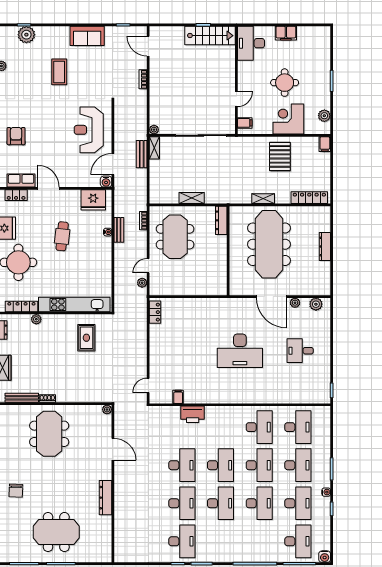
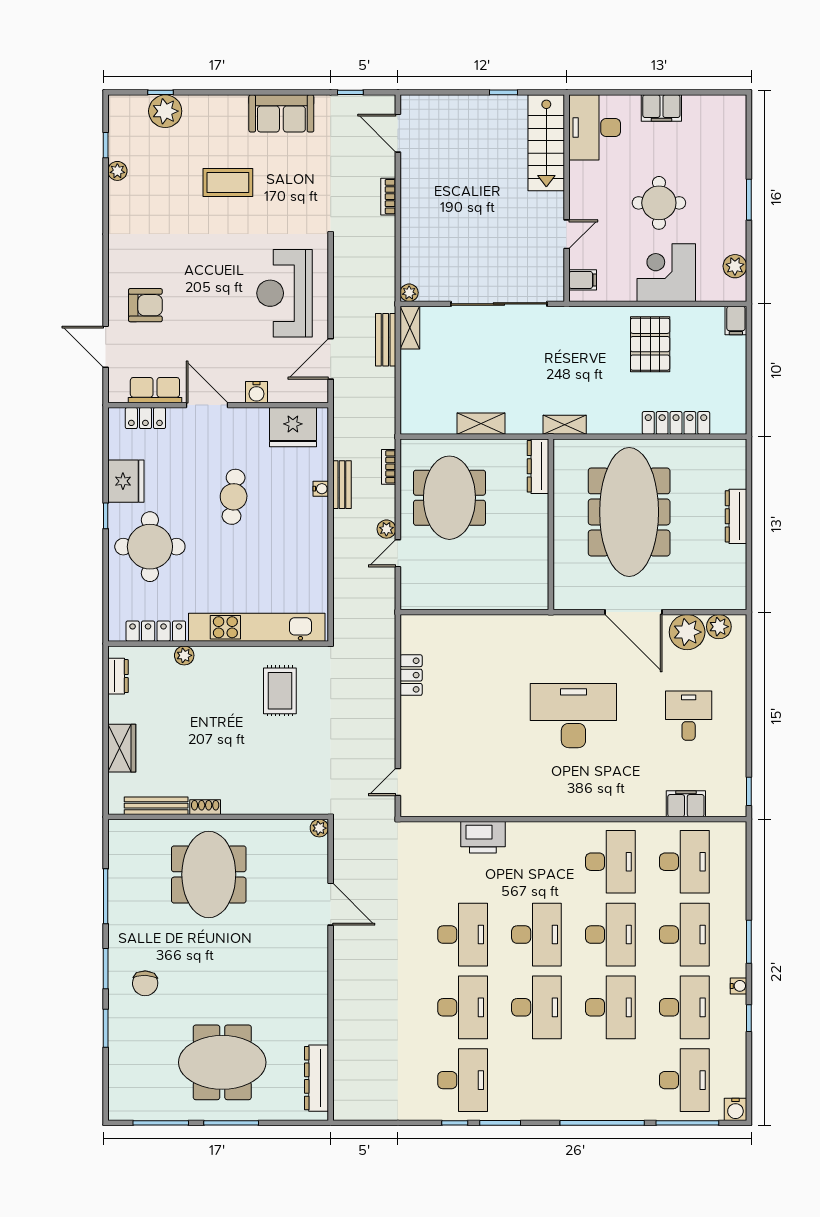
stairs: (210, 36) -> (546, 143), moved, turned 90
coffee table: (59, 72) -> (228, 182), turned 90
armchair: (16, 136) -> (145, 305), turned 90
water cooler: (106, 182) -> (256, 392), moved
locker: (309, 198) -> (676, 423), moved
shelving: (263, 199) -> (565, 425), moved
plant: (142, 283) -> (386, 529), moved
plant: (295, 303) -> (687, 632), width x1.87, depth x1.87
locker: (155, 312) -> (411, 675), moved
desk: (240, 351) -> (573, 716), turned 180
desk: (300, 351) -> (689, 716), turned 90
filing cabinet: (178, 397) -> (686, 804), moved, width x2.00
dresser: (105, 498) -> (316, 1078), moved

